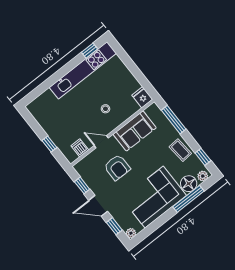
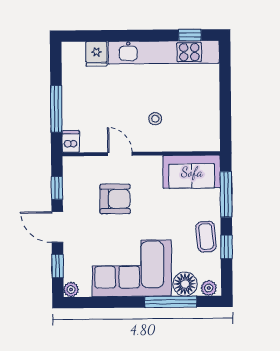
fridge: (142, 97) -> (96, 54), moved, turned 180
sofa: (135, 131) -> (192, 172), moved
window: (49, 144) -> (56, 109), width x2.17
dishwasher: (80, 148) -> (71, 142), moved
window: (203, 157) -> (226, 247), moved
armchair: (117, 167) -> (115, 199), turned -90

